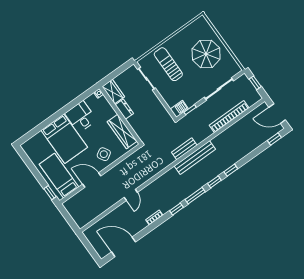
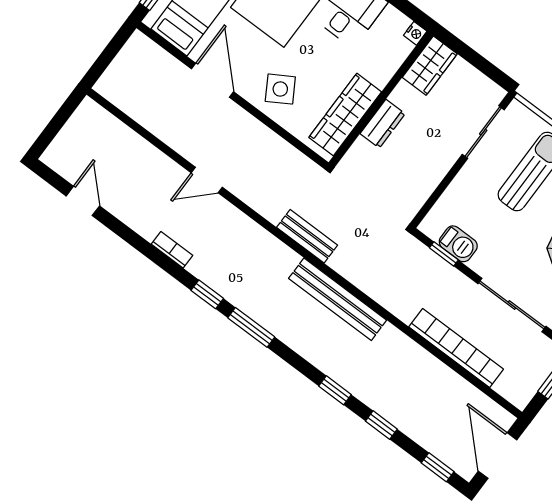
dresser: (124, 109) -> (383, 124), moved
barbecue: (179, 109) -> (458, 244), moved
bench: (184, 149) -> (307, 236), moved
window: (214, 182) -> (381, 425), moved
door: (124, 247) -> (83, 201), width x0.53

